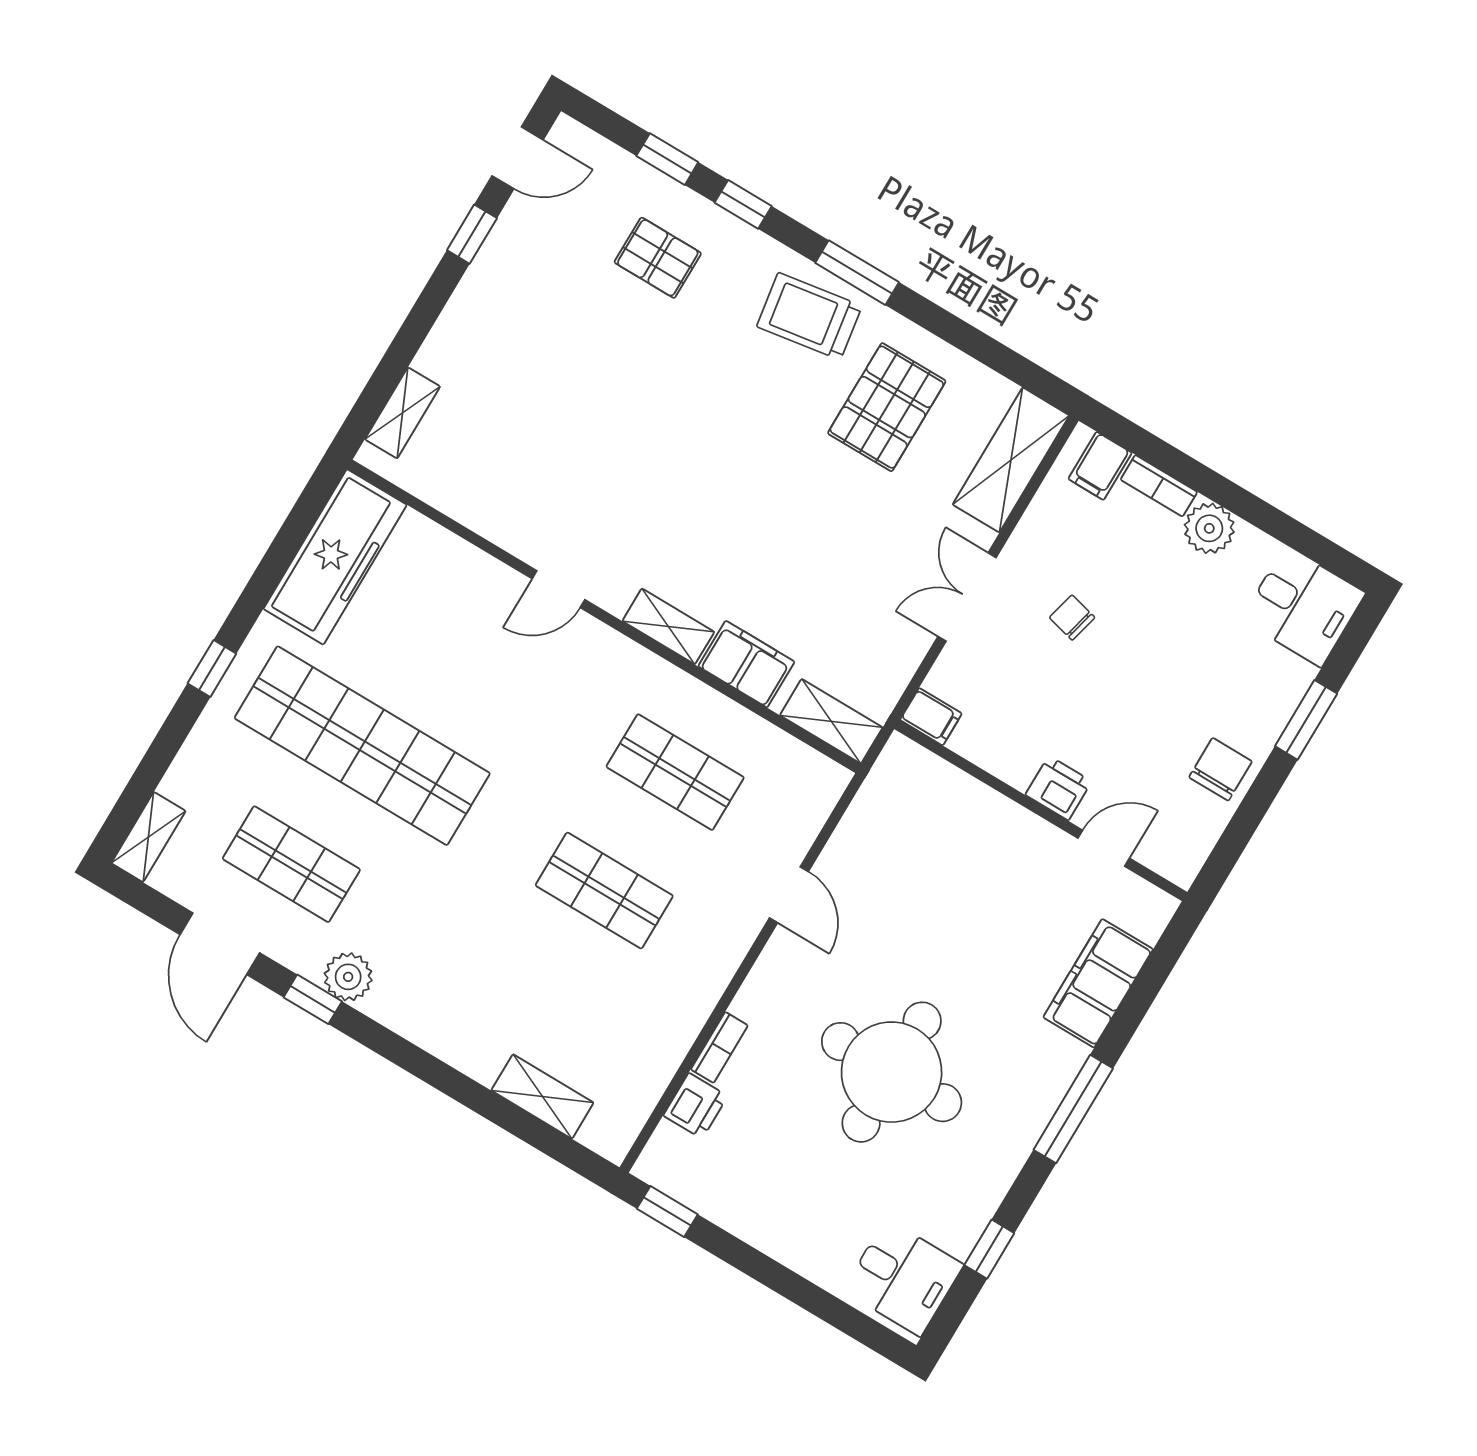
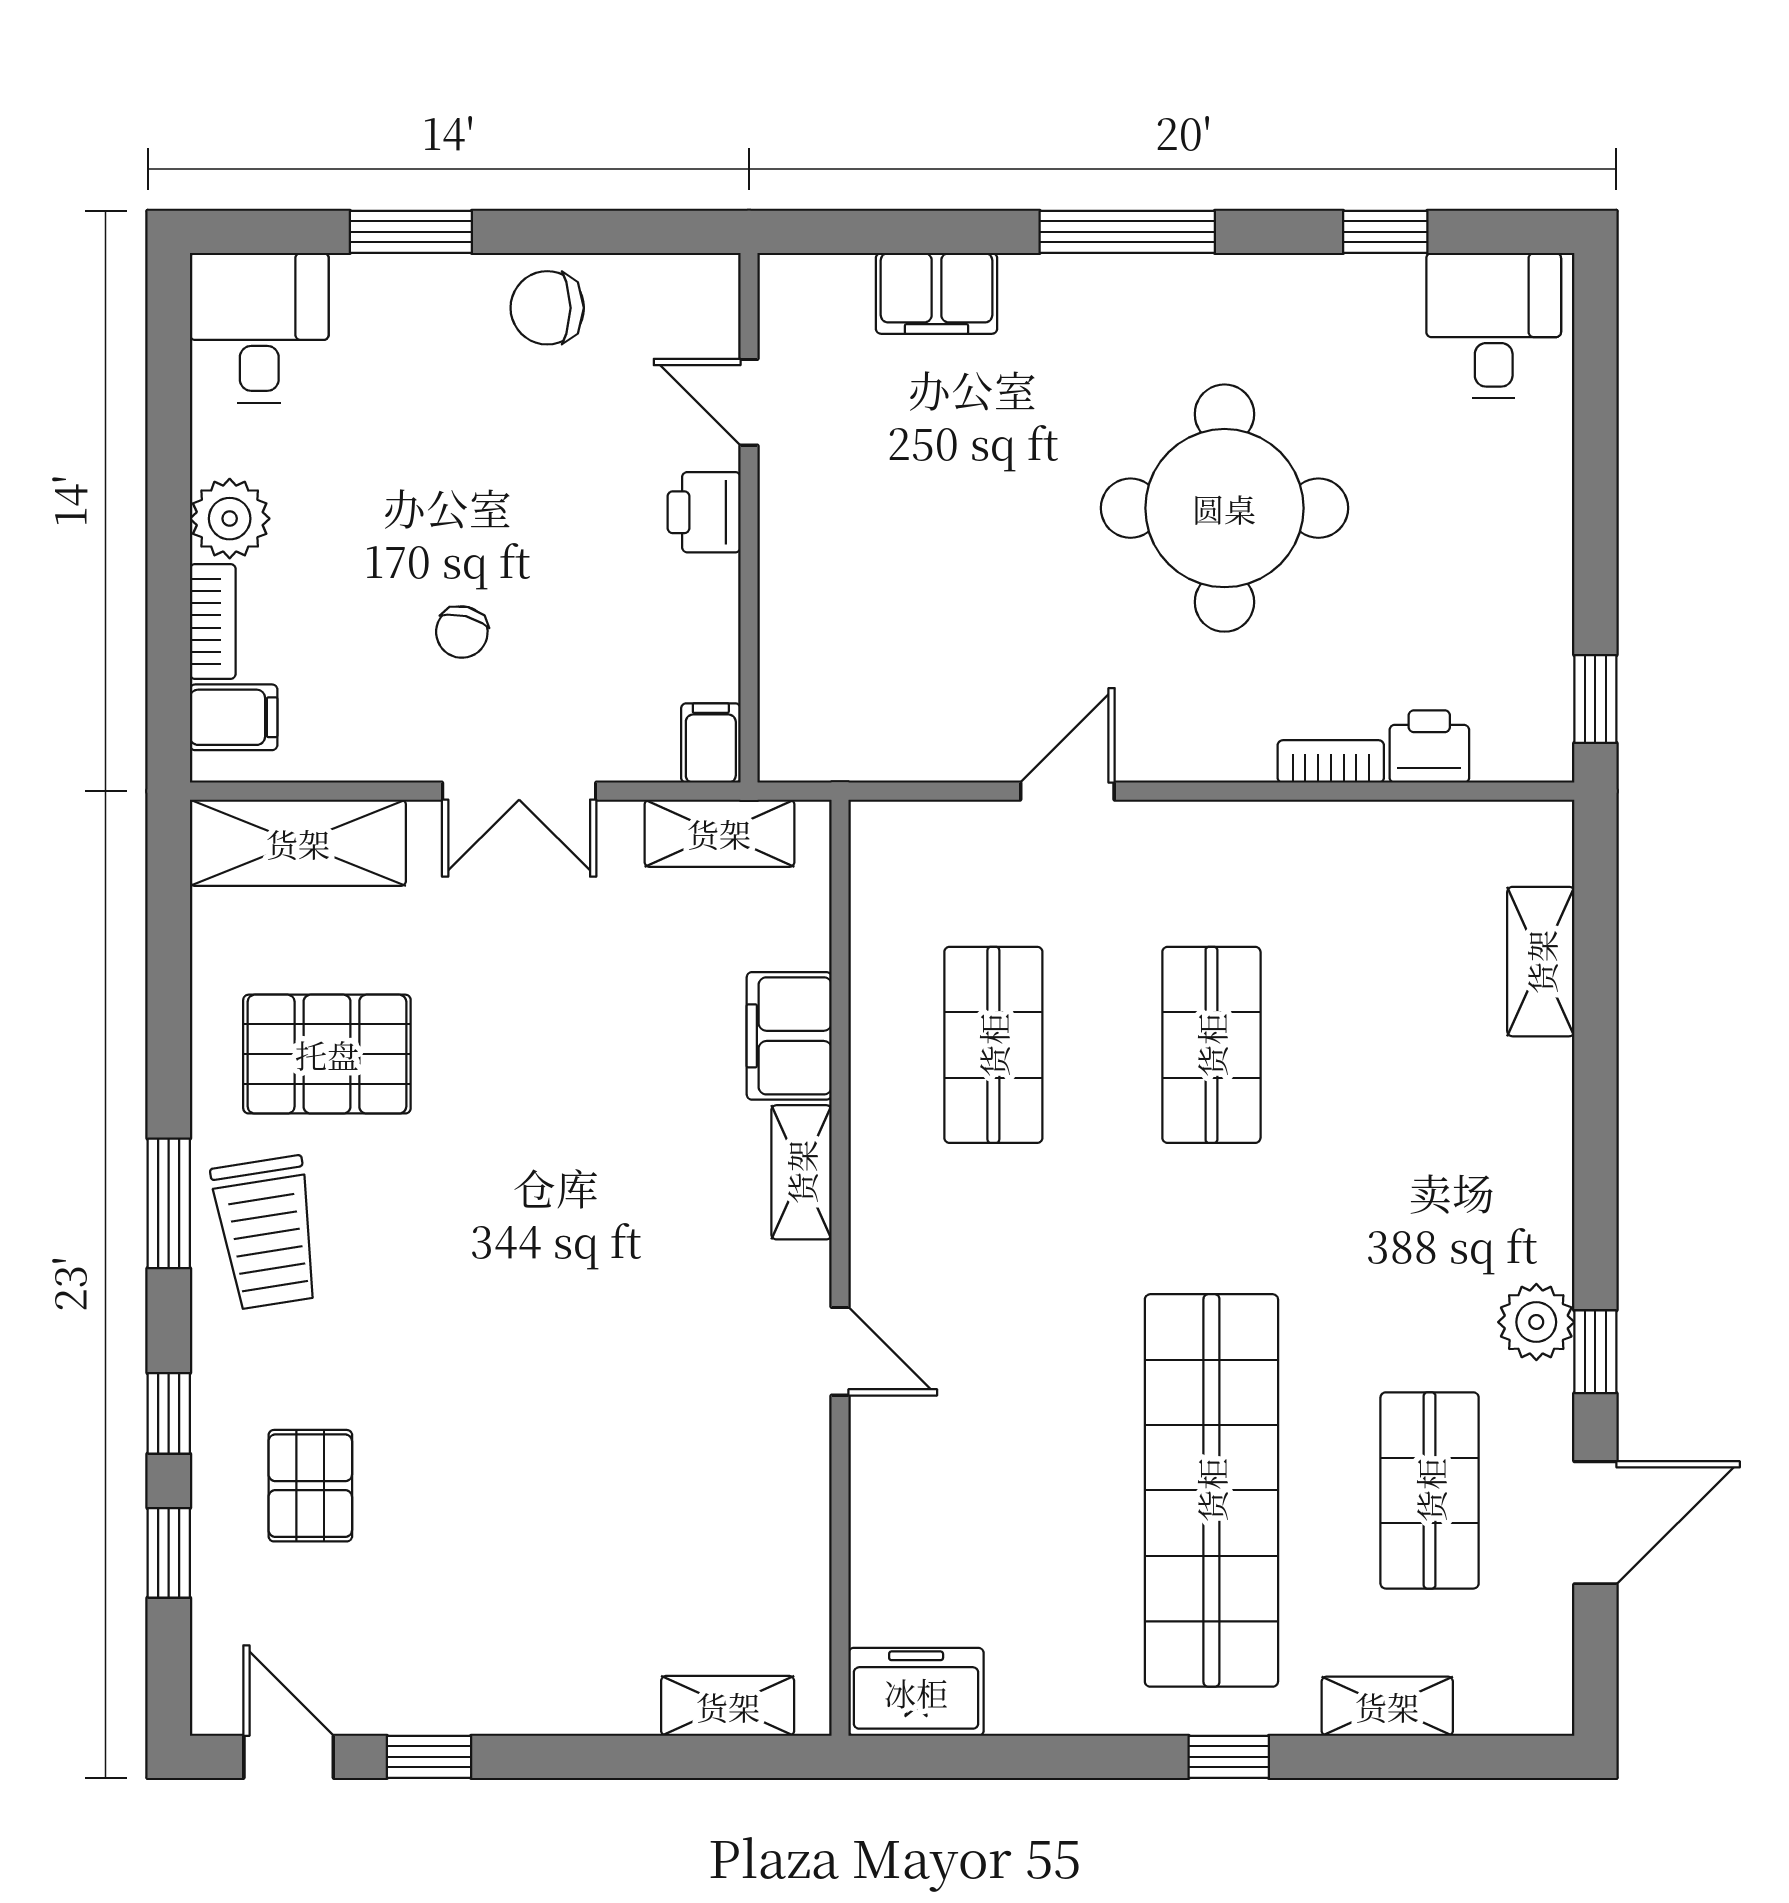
freezer: (335, 557) -> (916, 1692), width x0.52, depth x0.79
shelving: (831, 721) -> (719, 833), moved, turned 90
shelving: (148, 837) -> (1387, 1706), moved
filing cabinet: (1098, 983) -> (937, 293), width x0.67, depth x0.86

